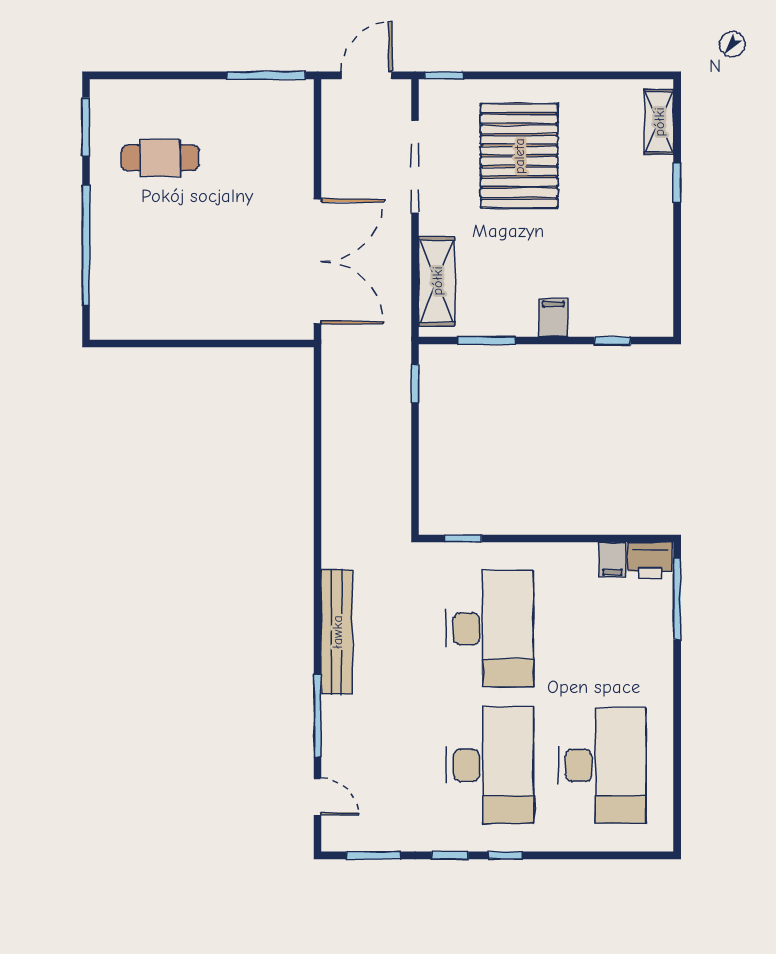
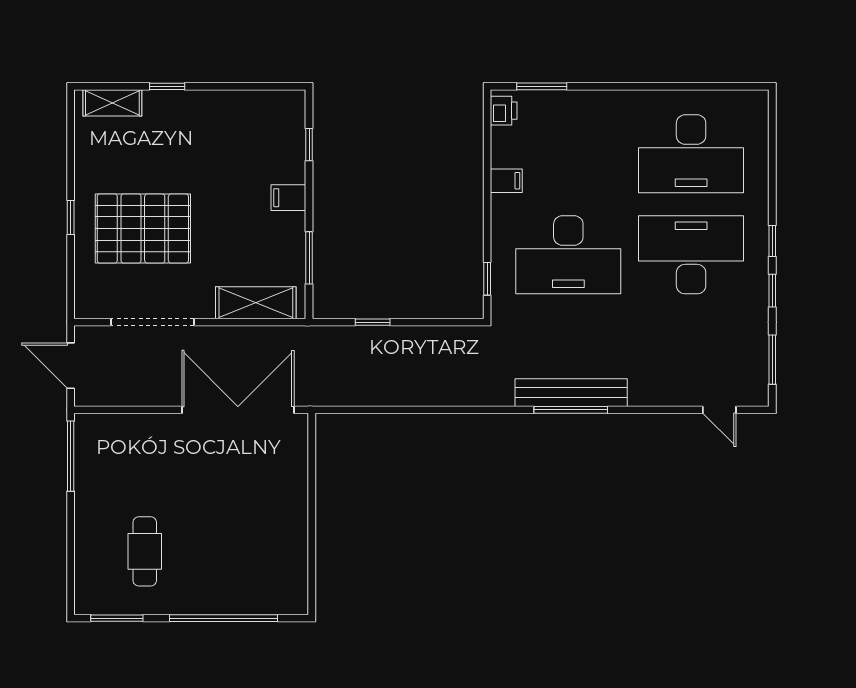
window: (444, 75) -> (71, 217), moved
window: (415, 384) -> (373, 322), moved
filing cabinet: (612, 560) -> (506, 181), moved
printer: (650, 560) -> (504, 111), width x0.73, depth x0.81
window: (677, 599) -> (542, 86), width x0.69
desk: (490, 629) -> (568, 255), turned 180
window: (318, 716) -> (571, 410), moved
desk: (602, 765) -> (691, 154), turned 180
door: (318, 797) -> (719, 410), swing flipped

